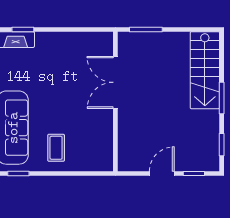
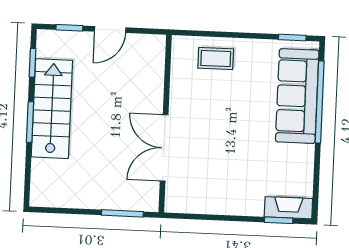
stairs: (205, 70) -> (52, 109), moved
double door: (115, 82) -> (164, 148), swing flipped
coffee table: (56, 148) -> (216, 59), moved, turned 90

